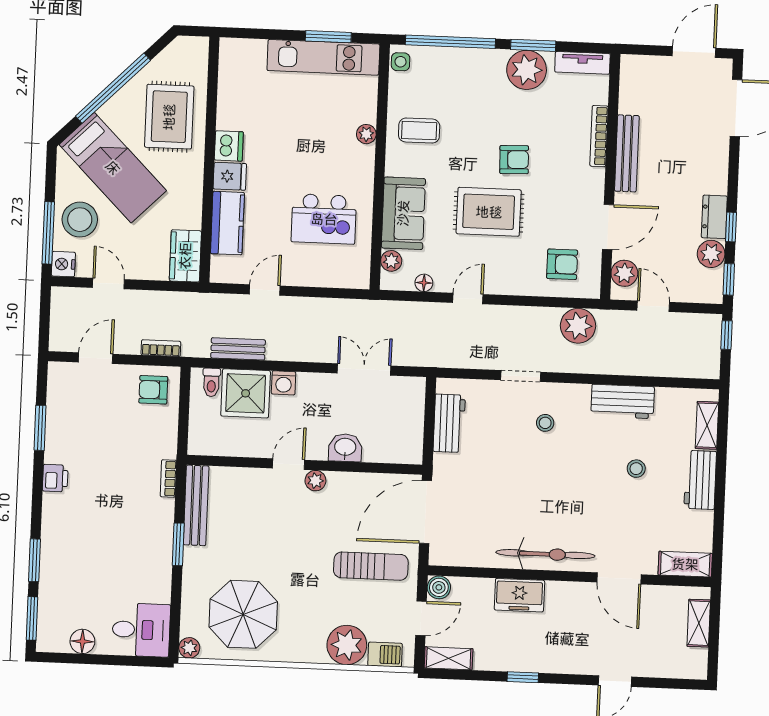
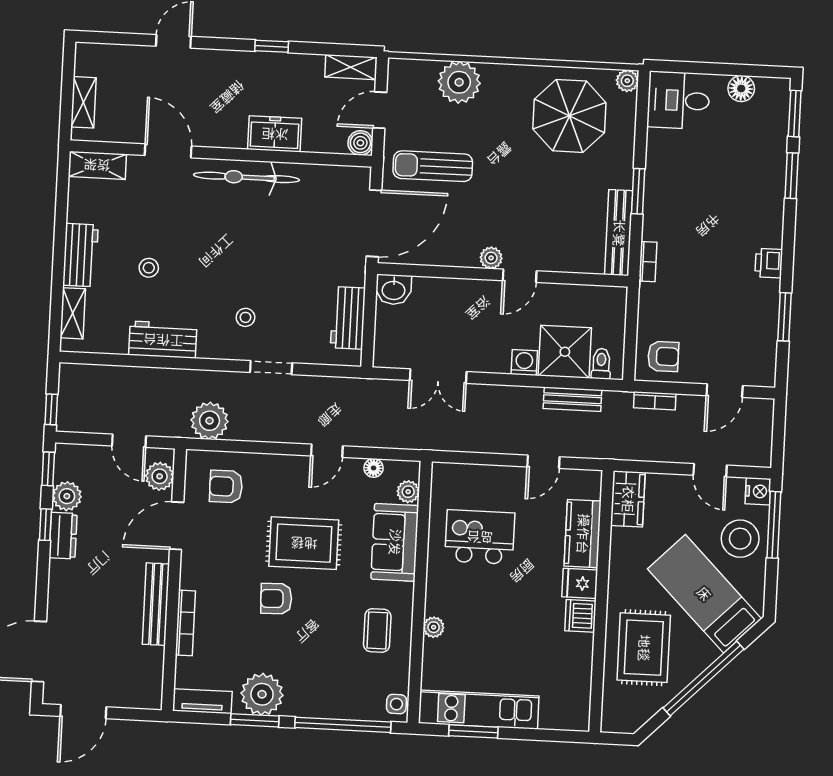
coffee table: (419, 131) -> (377, 630), turned 90
washbasin: (345, 448) -> (394, 290), moved
barbecue: (385, 654) -> (418, 72), removed

